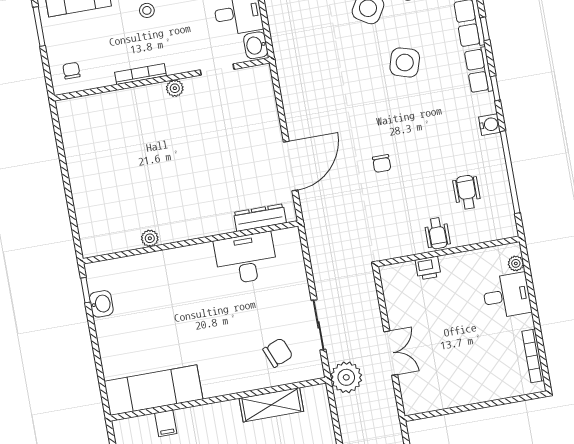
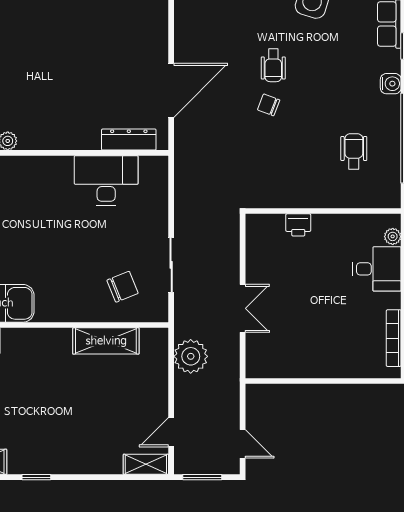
chair: (382, 163) -> (269, 105), turned 111
wheelchair: (437, 233) -> (273, 65), moved
plant: (346, 377) -> (191, 356), moved

